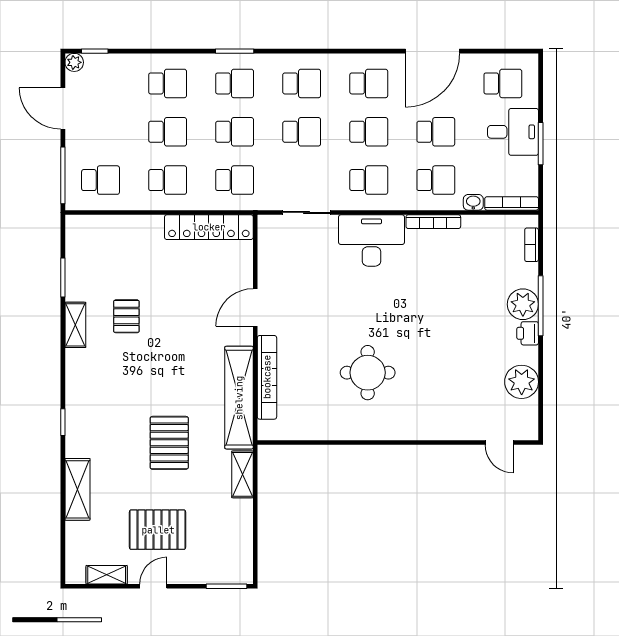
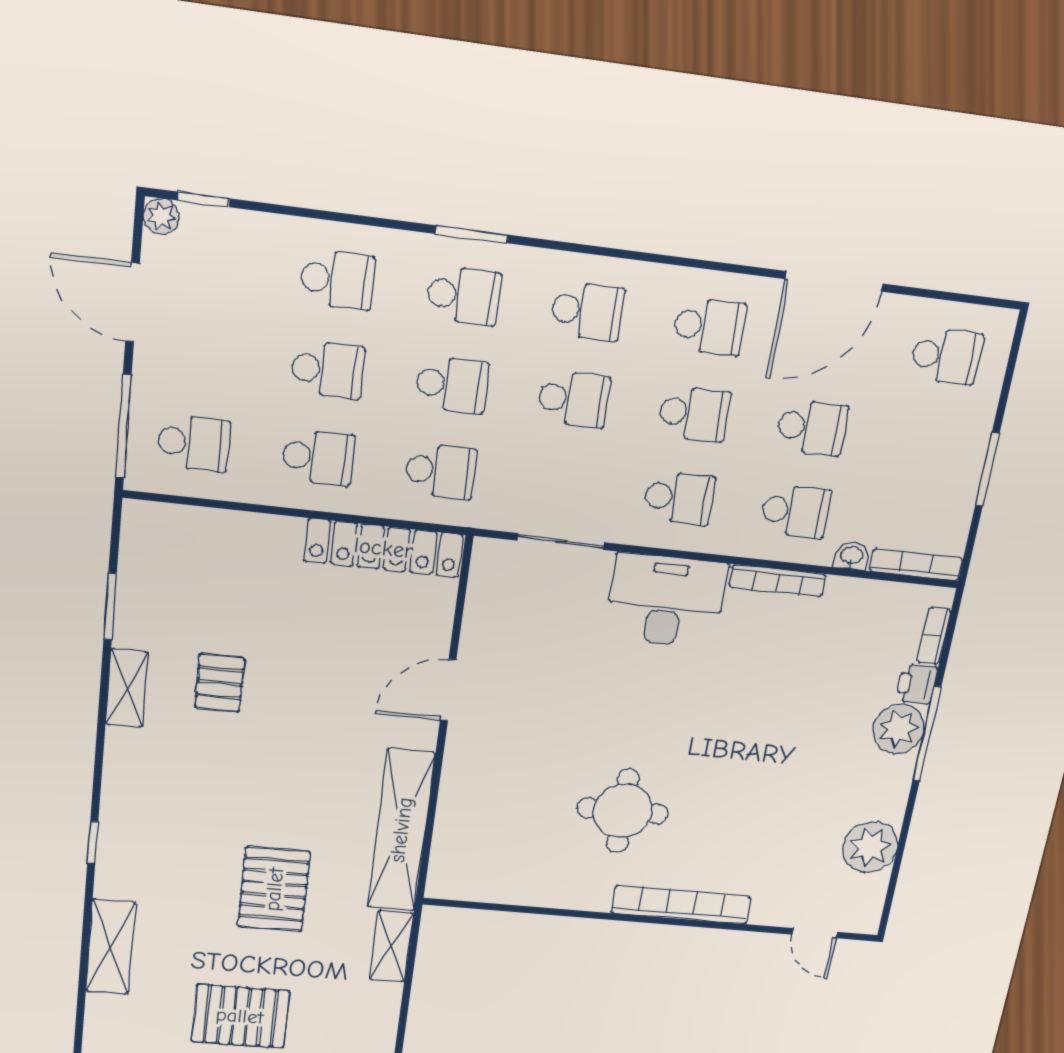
desk: (513, 132) -> (945, 444), removed
printer: (528, 333) -> (917, 684), moved
bookcase: (267, 377) -> (681, 905), moved, turned -90

